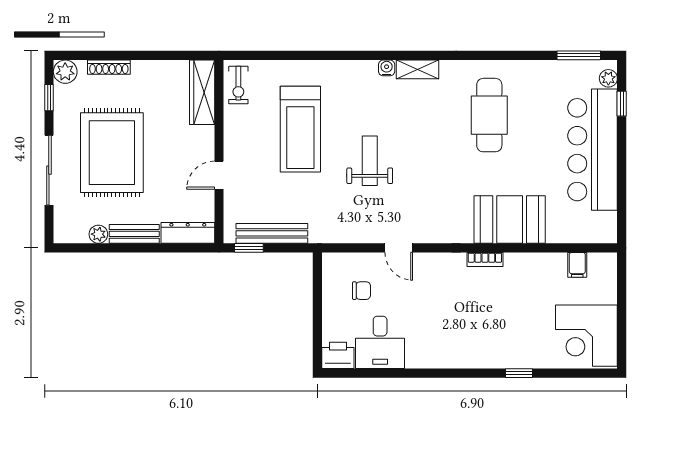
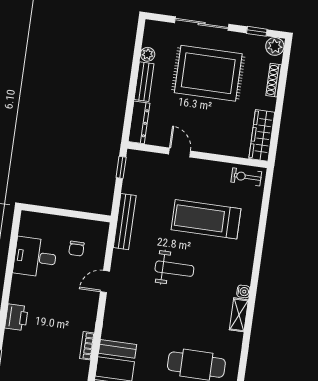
wardrobe: (202, 92) -> (262, 135), moved, turned -90
bench: (272, 233) -> (125, 222), moved
printer: (338, 355) -> (17, 317), moved

